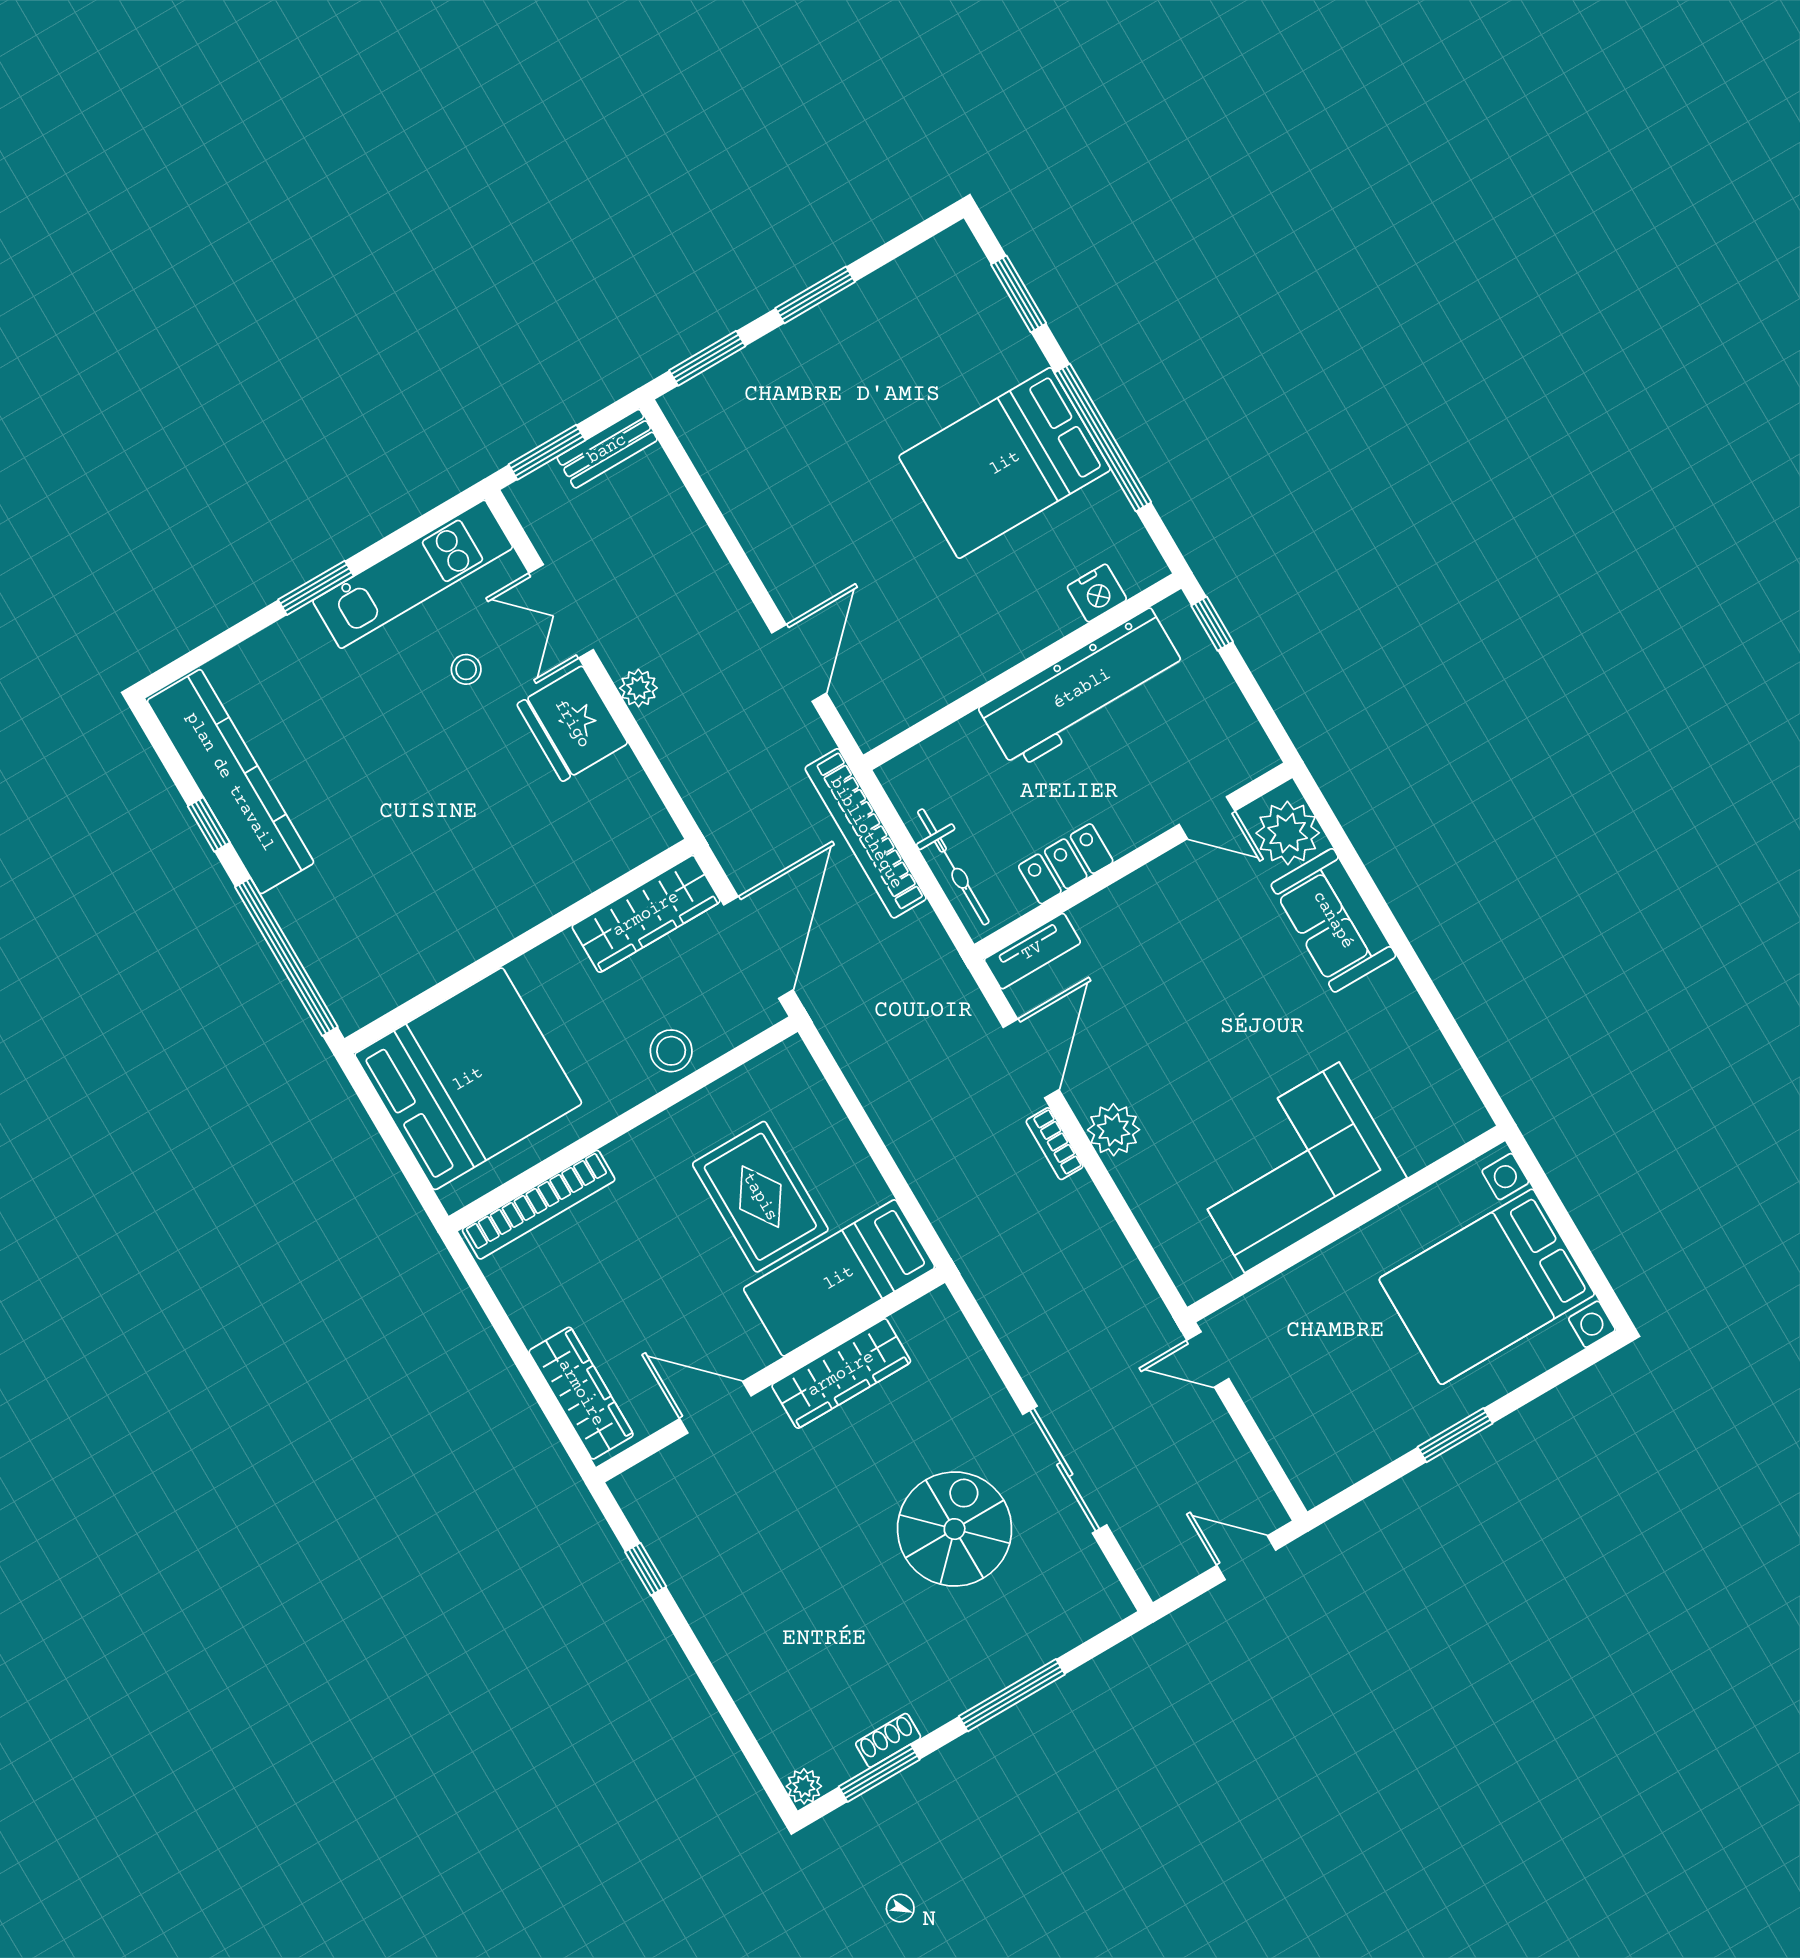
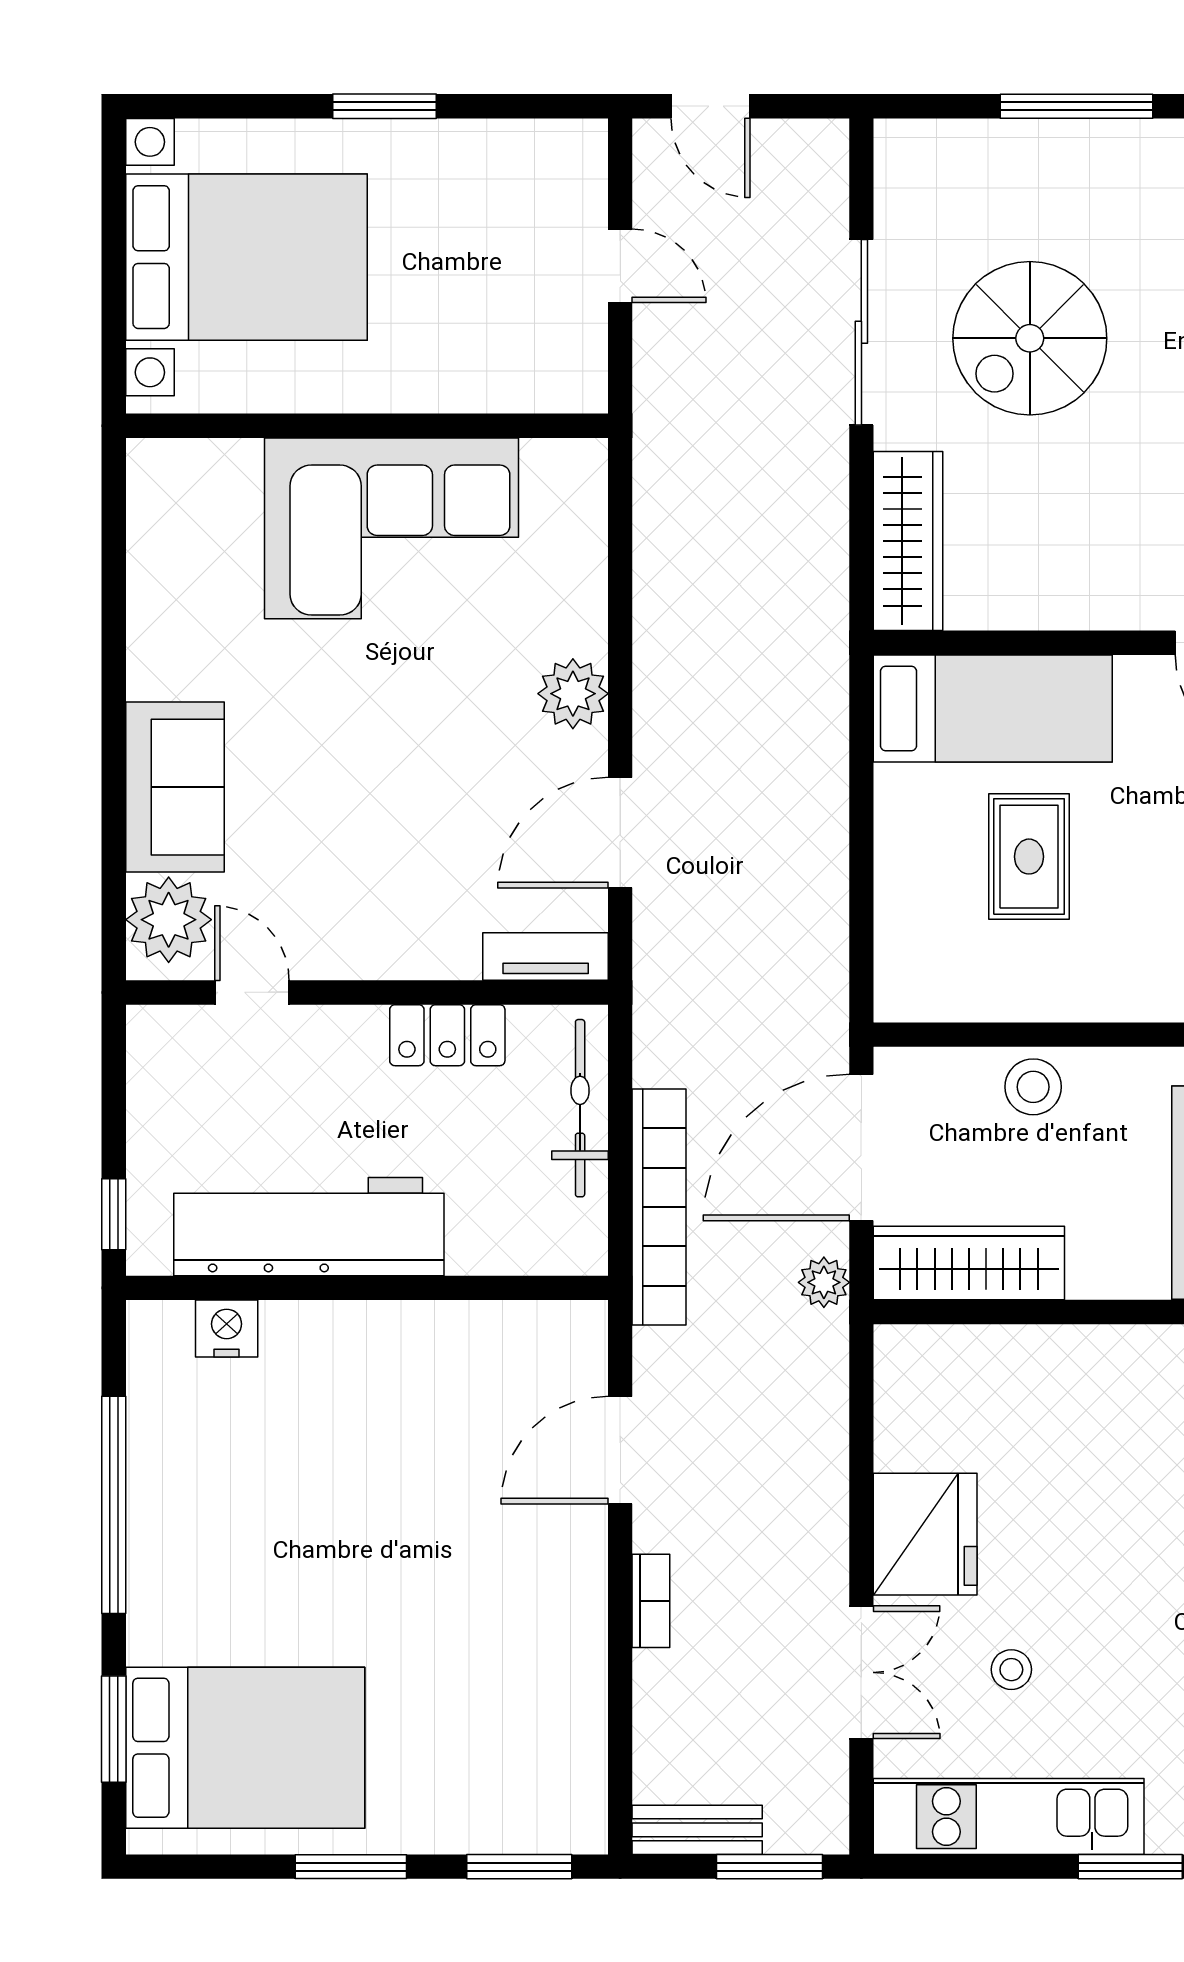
bed: (1005, 463) -> (245, 1748), moved
plant: (638, 688) -> (824, 1282), moved
bookcase: (1055, 1144) -> (651, 1601), moved
rug: (760, 1197) -> (1029, 857), width x0.73, depth x0.70
door: (1208, 1359) -> (620, 266), moved
wardrobe: (841, 1374) -> (908, 541), moved, turned 90

